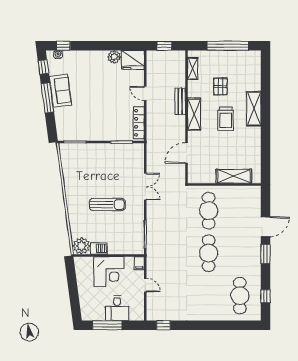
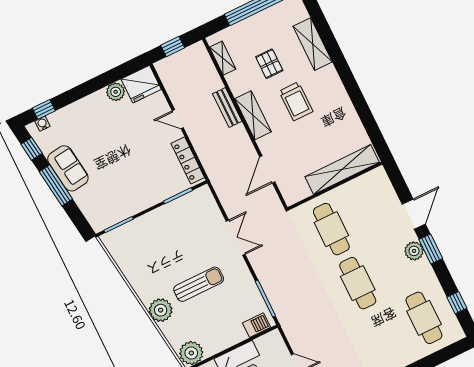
shelving: (254, 109) -> (313, 44), moved
shelving: (234, 176) -> (342, 170), width x1.47
plant: (75, 209) -> (161, 310), added
barbecue: (99, 248) -> (256, 325), moved
plant: (254, 250) -> (414, 251), added
filing cabinet: (139, 263) -> (275, 339), removed

